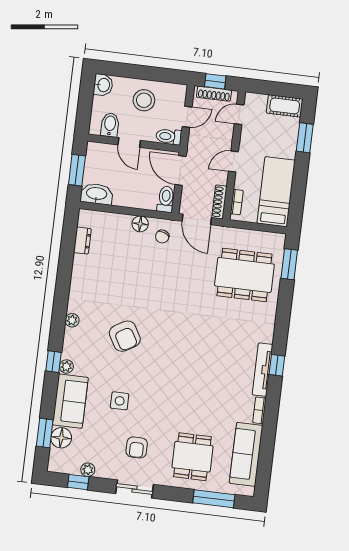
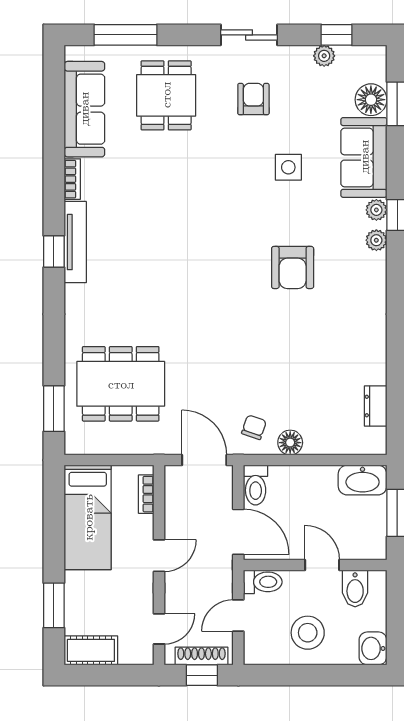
shoe rack: (219, 202) -> (173, 491), removed
plant: (72, 320) -> (376, 240), moved
armchair: (125, 336) -> (293, 267), turned -150

